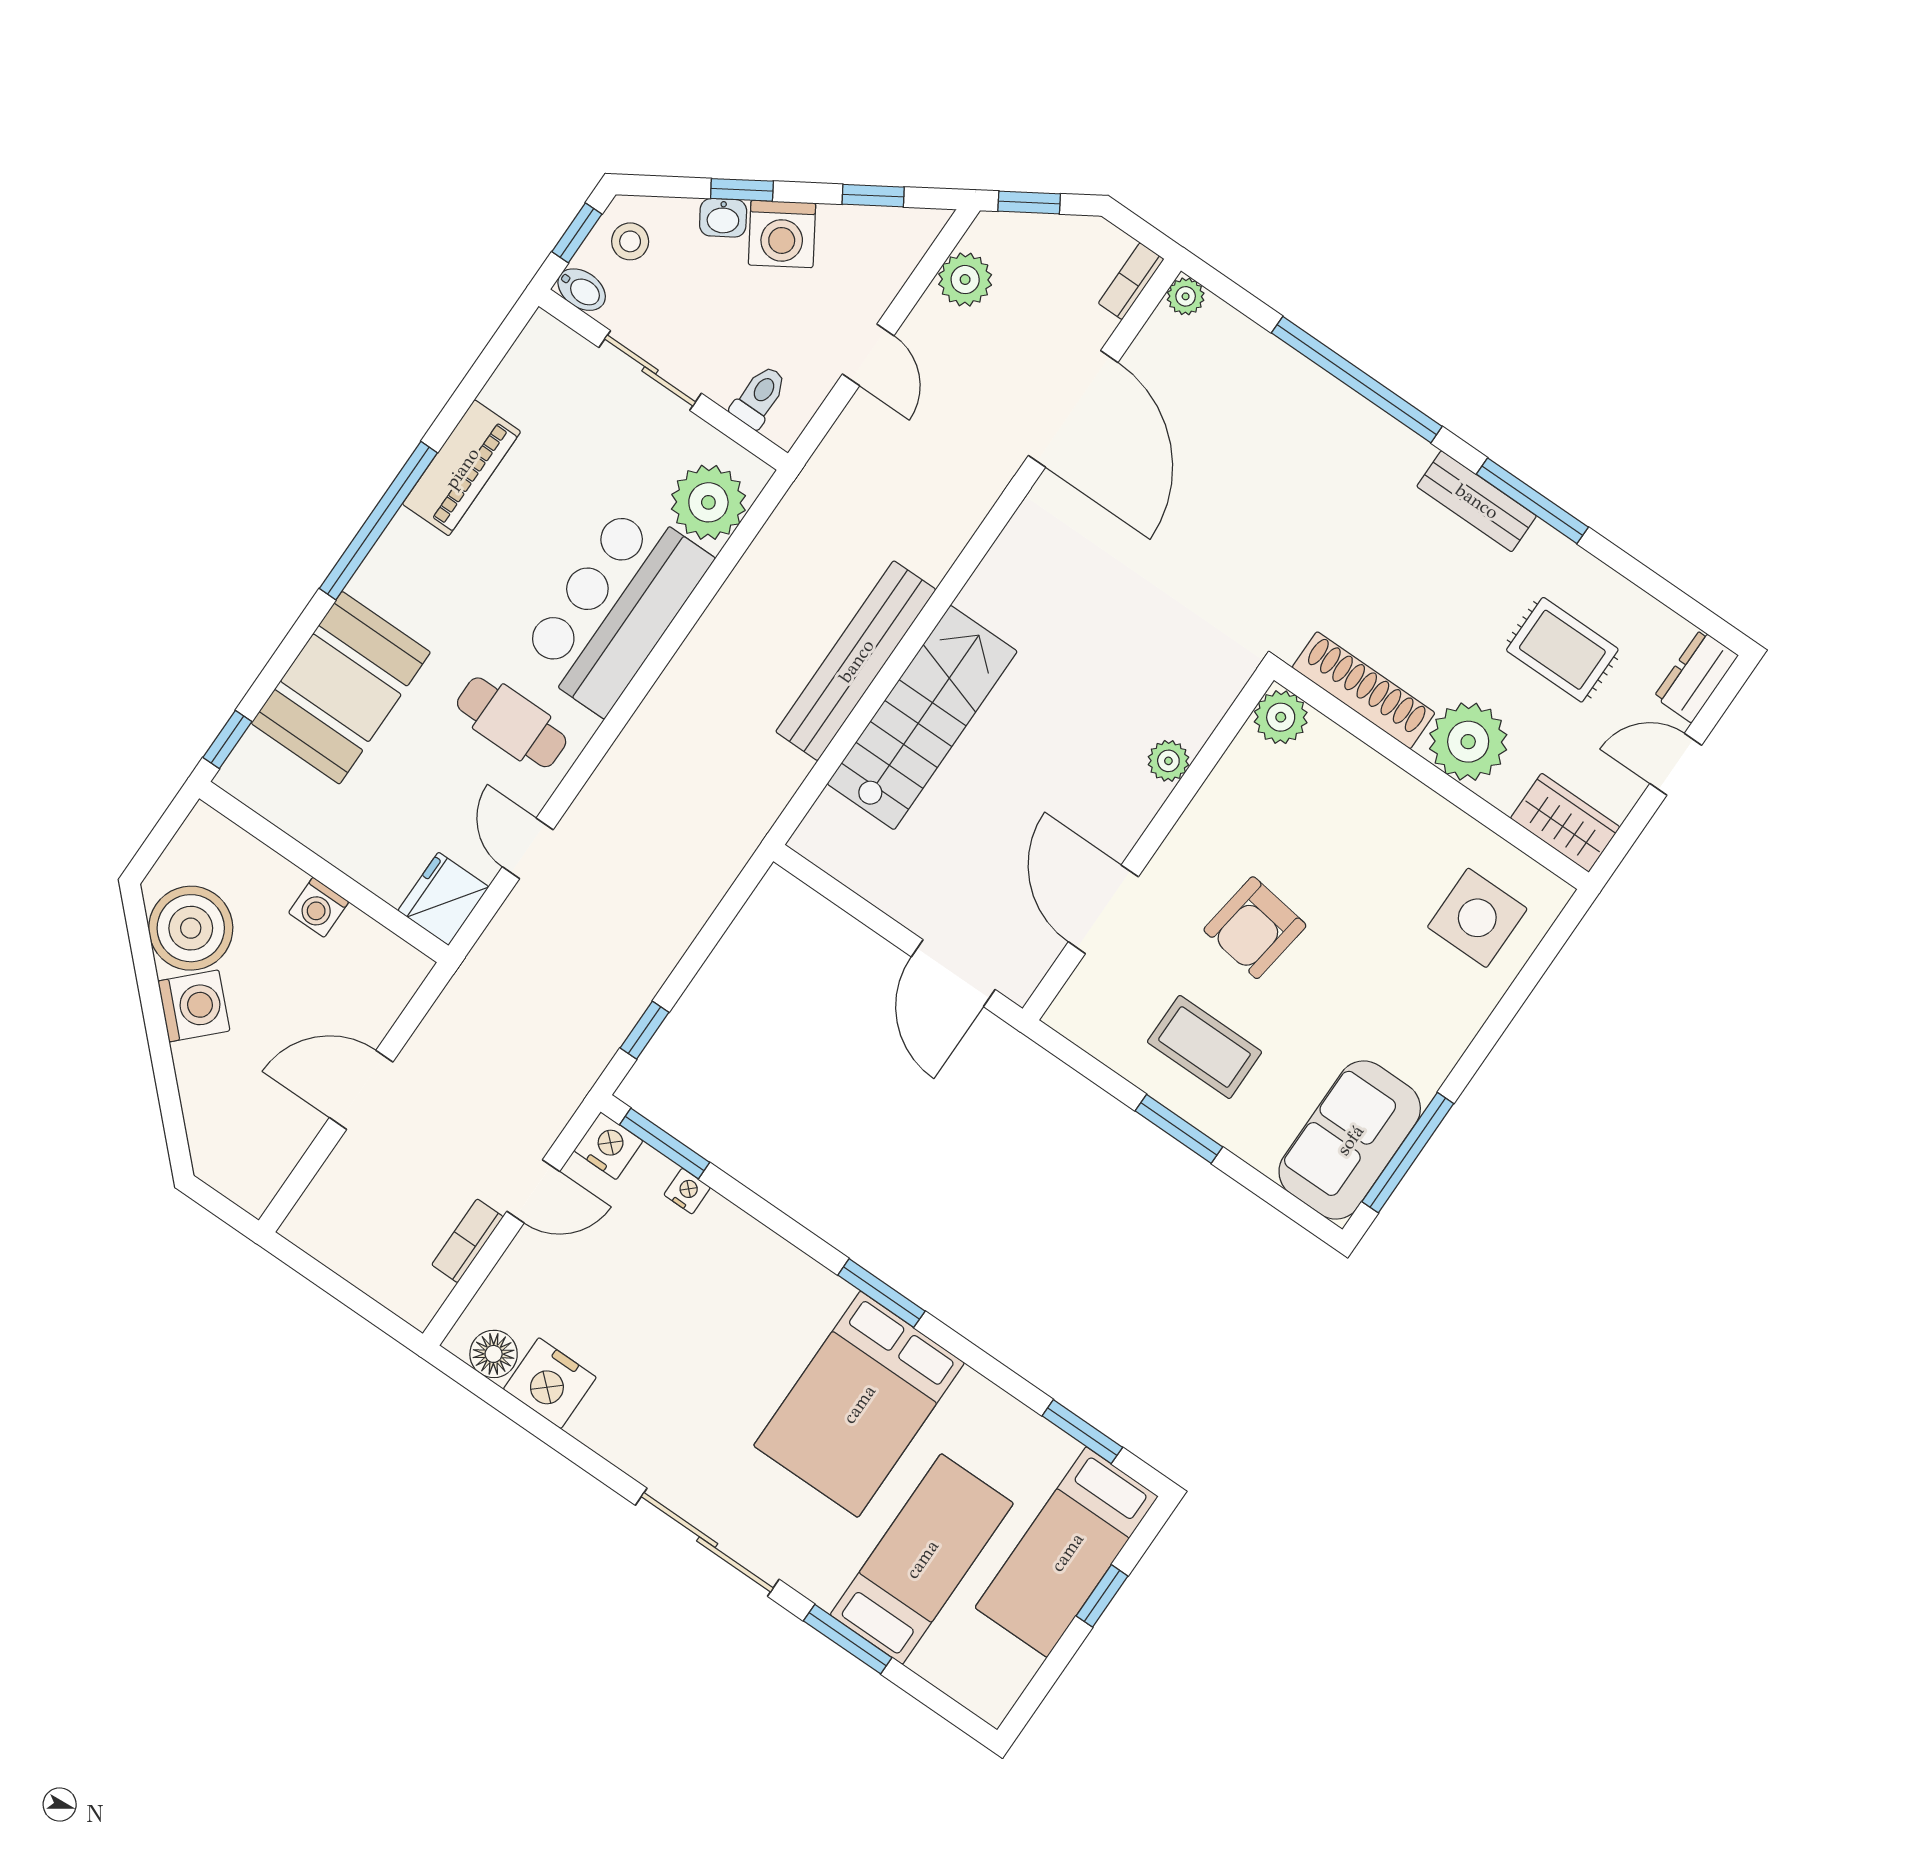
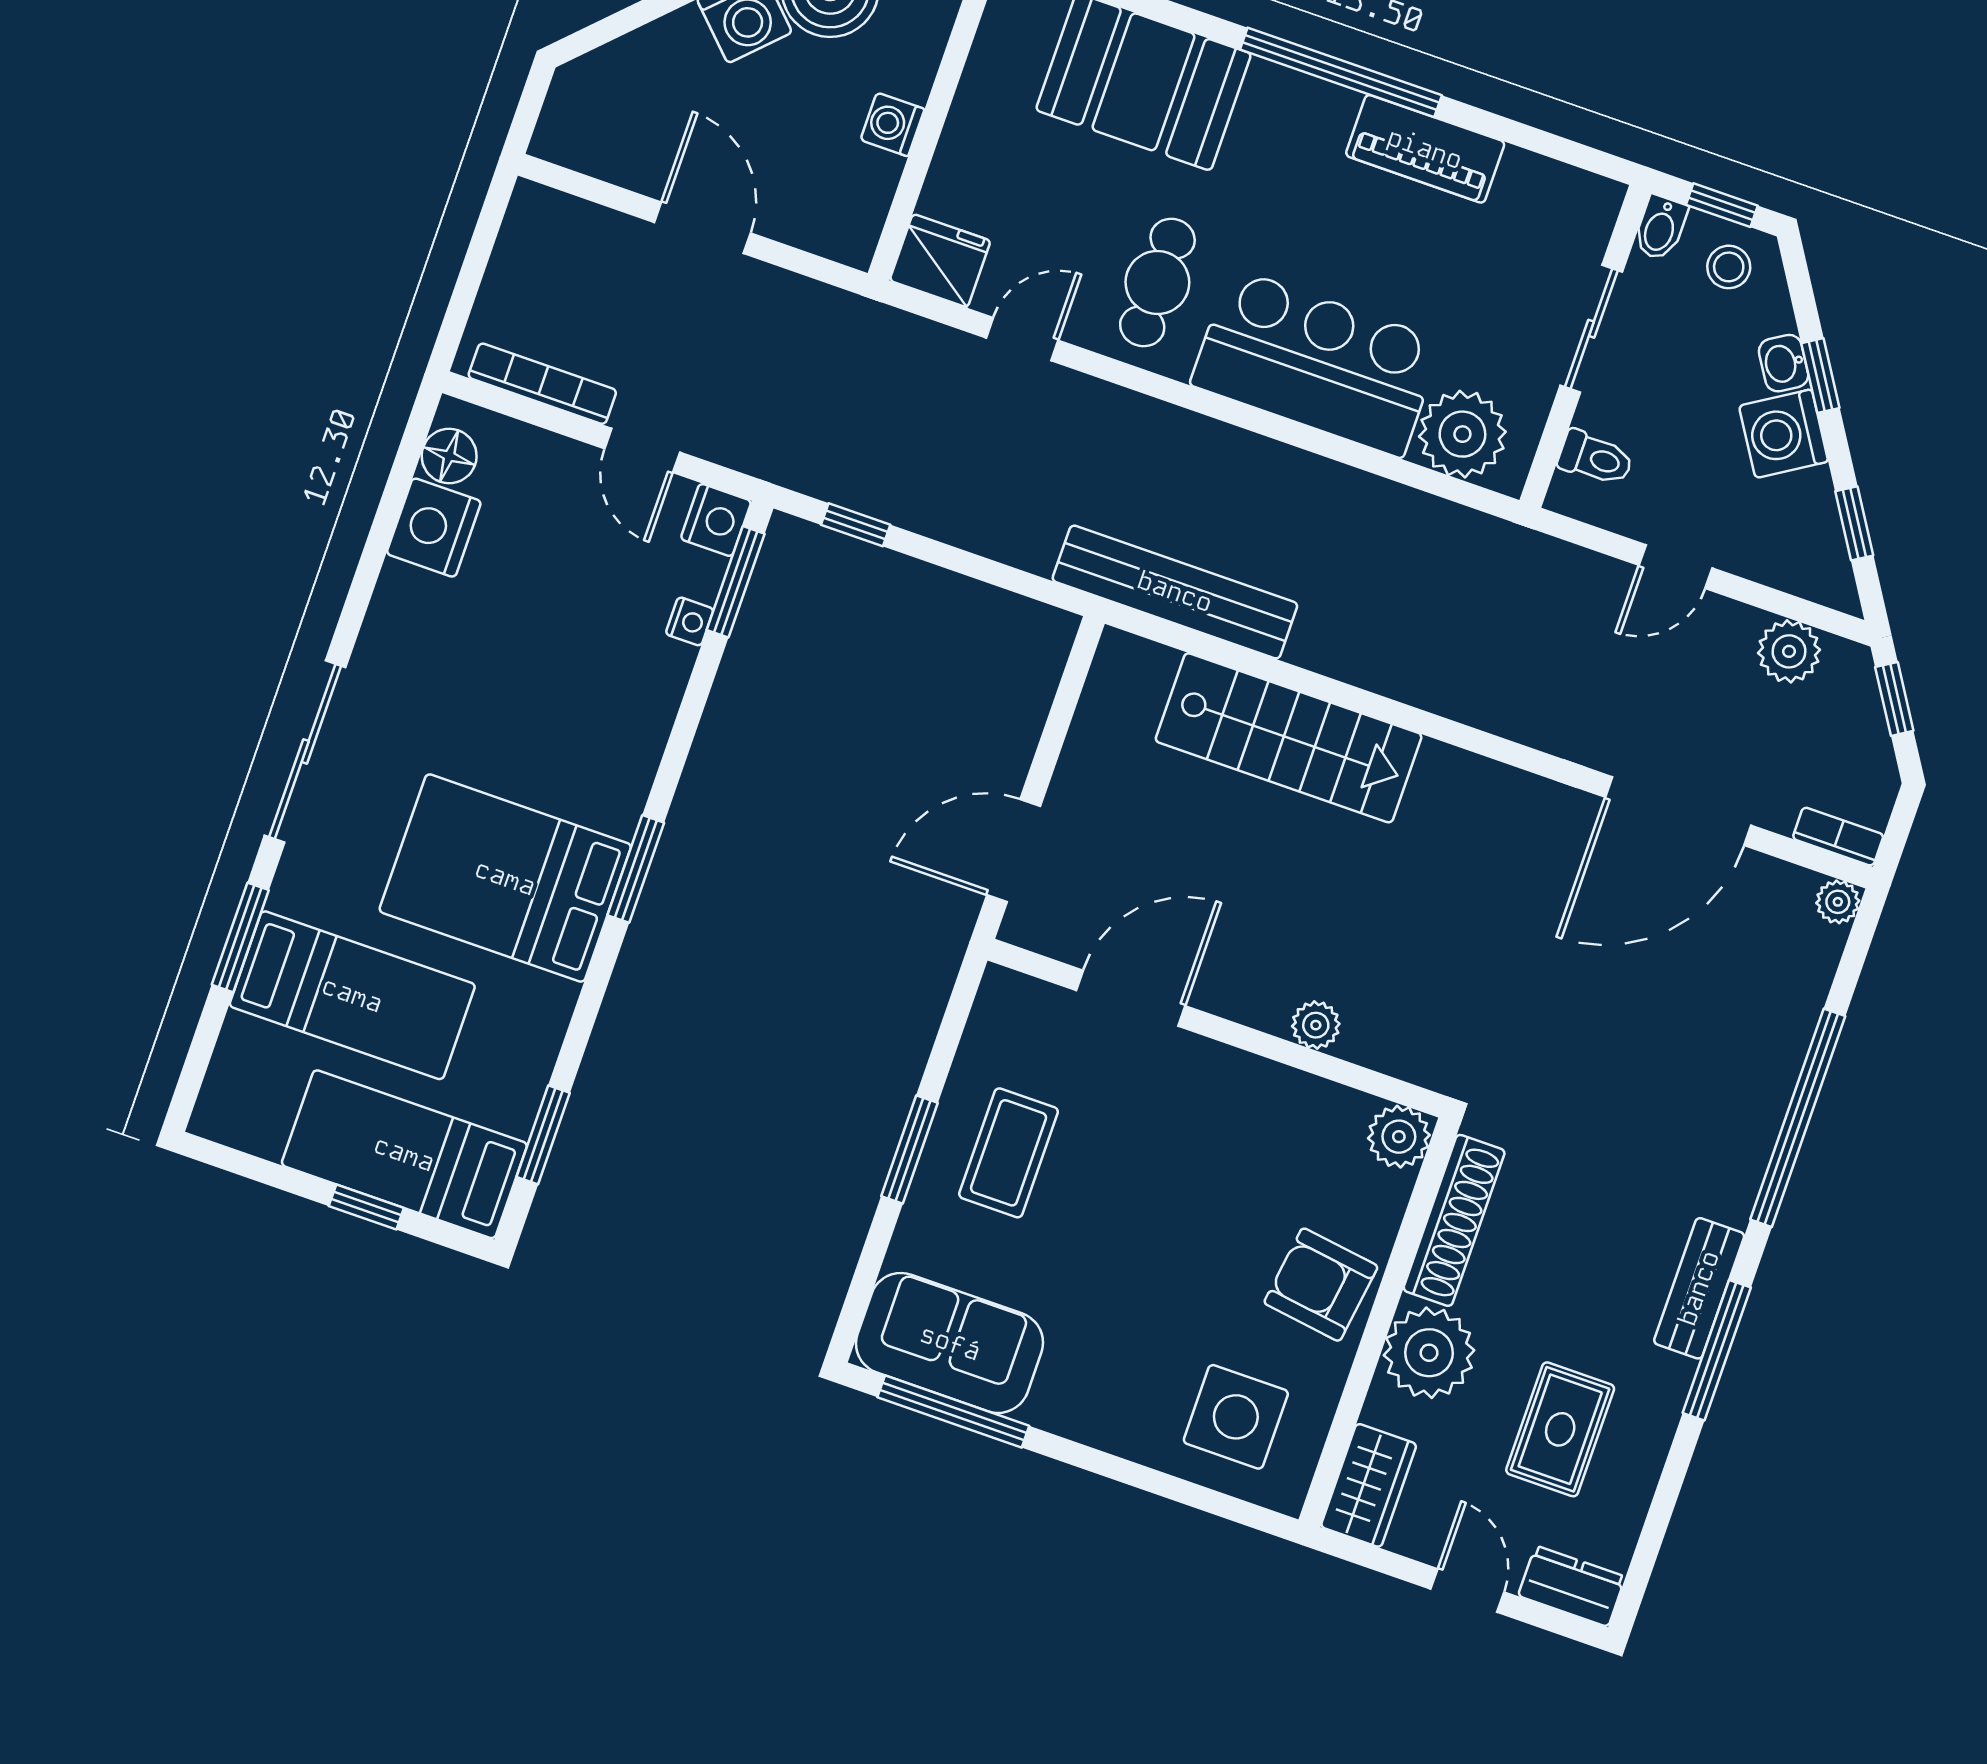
bench: (856, 661) -> (1175, 592), moved
armchair: (1255, 928) -> (1321, 1285), moved
bookcase: (468, 1241) -> (542, 384), width x1.56

